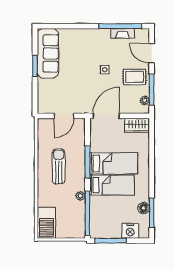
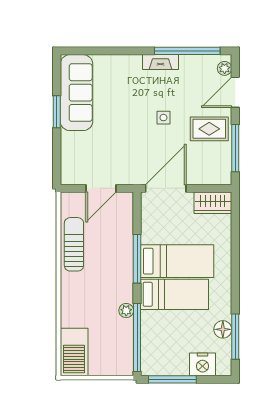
fireplace: (123, 33) -> (161, 62), moved
door: (152, 53) -> (235, 92), hinge flipped
plant: (145, 100) -> (225, 68), moved
sun lounger: (59, 166) -> (74, 244), moved

